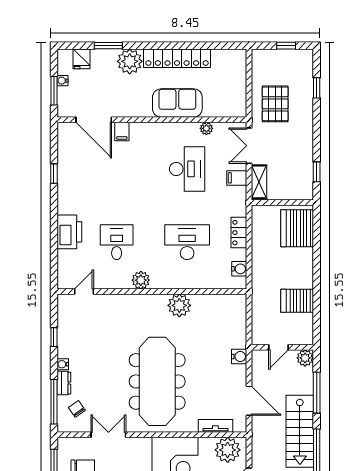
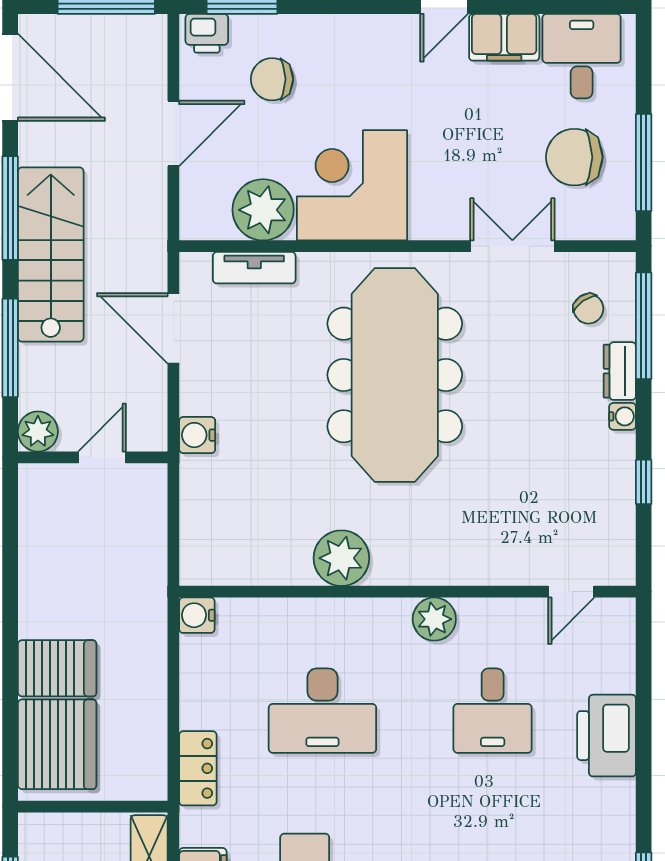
locker: (239, 233) -> (198, 768), moved
water cooler: (239, 269) -> (197, 615), moved
server rack: (297, 301) -> (57, 668), moved
double door: (108, 435) -> (512, 246), swing flipped
plant: (228, 450) -> (263, 210), moved

